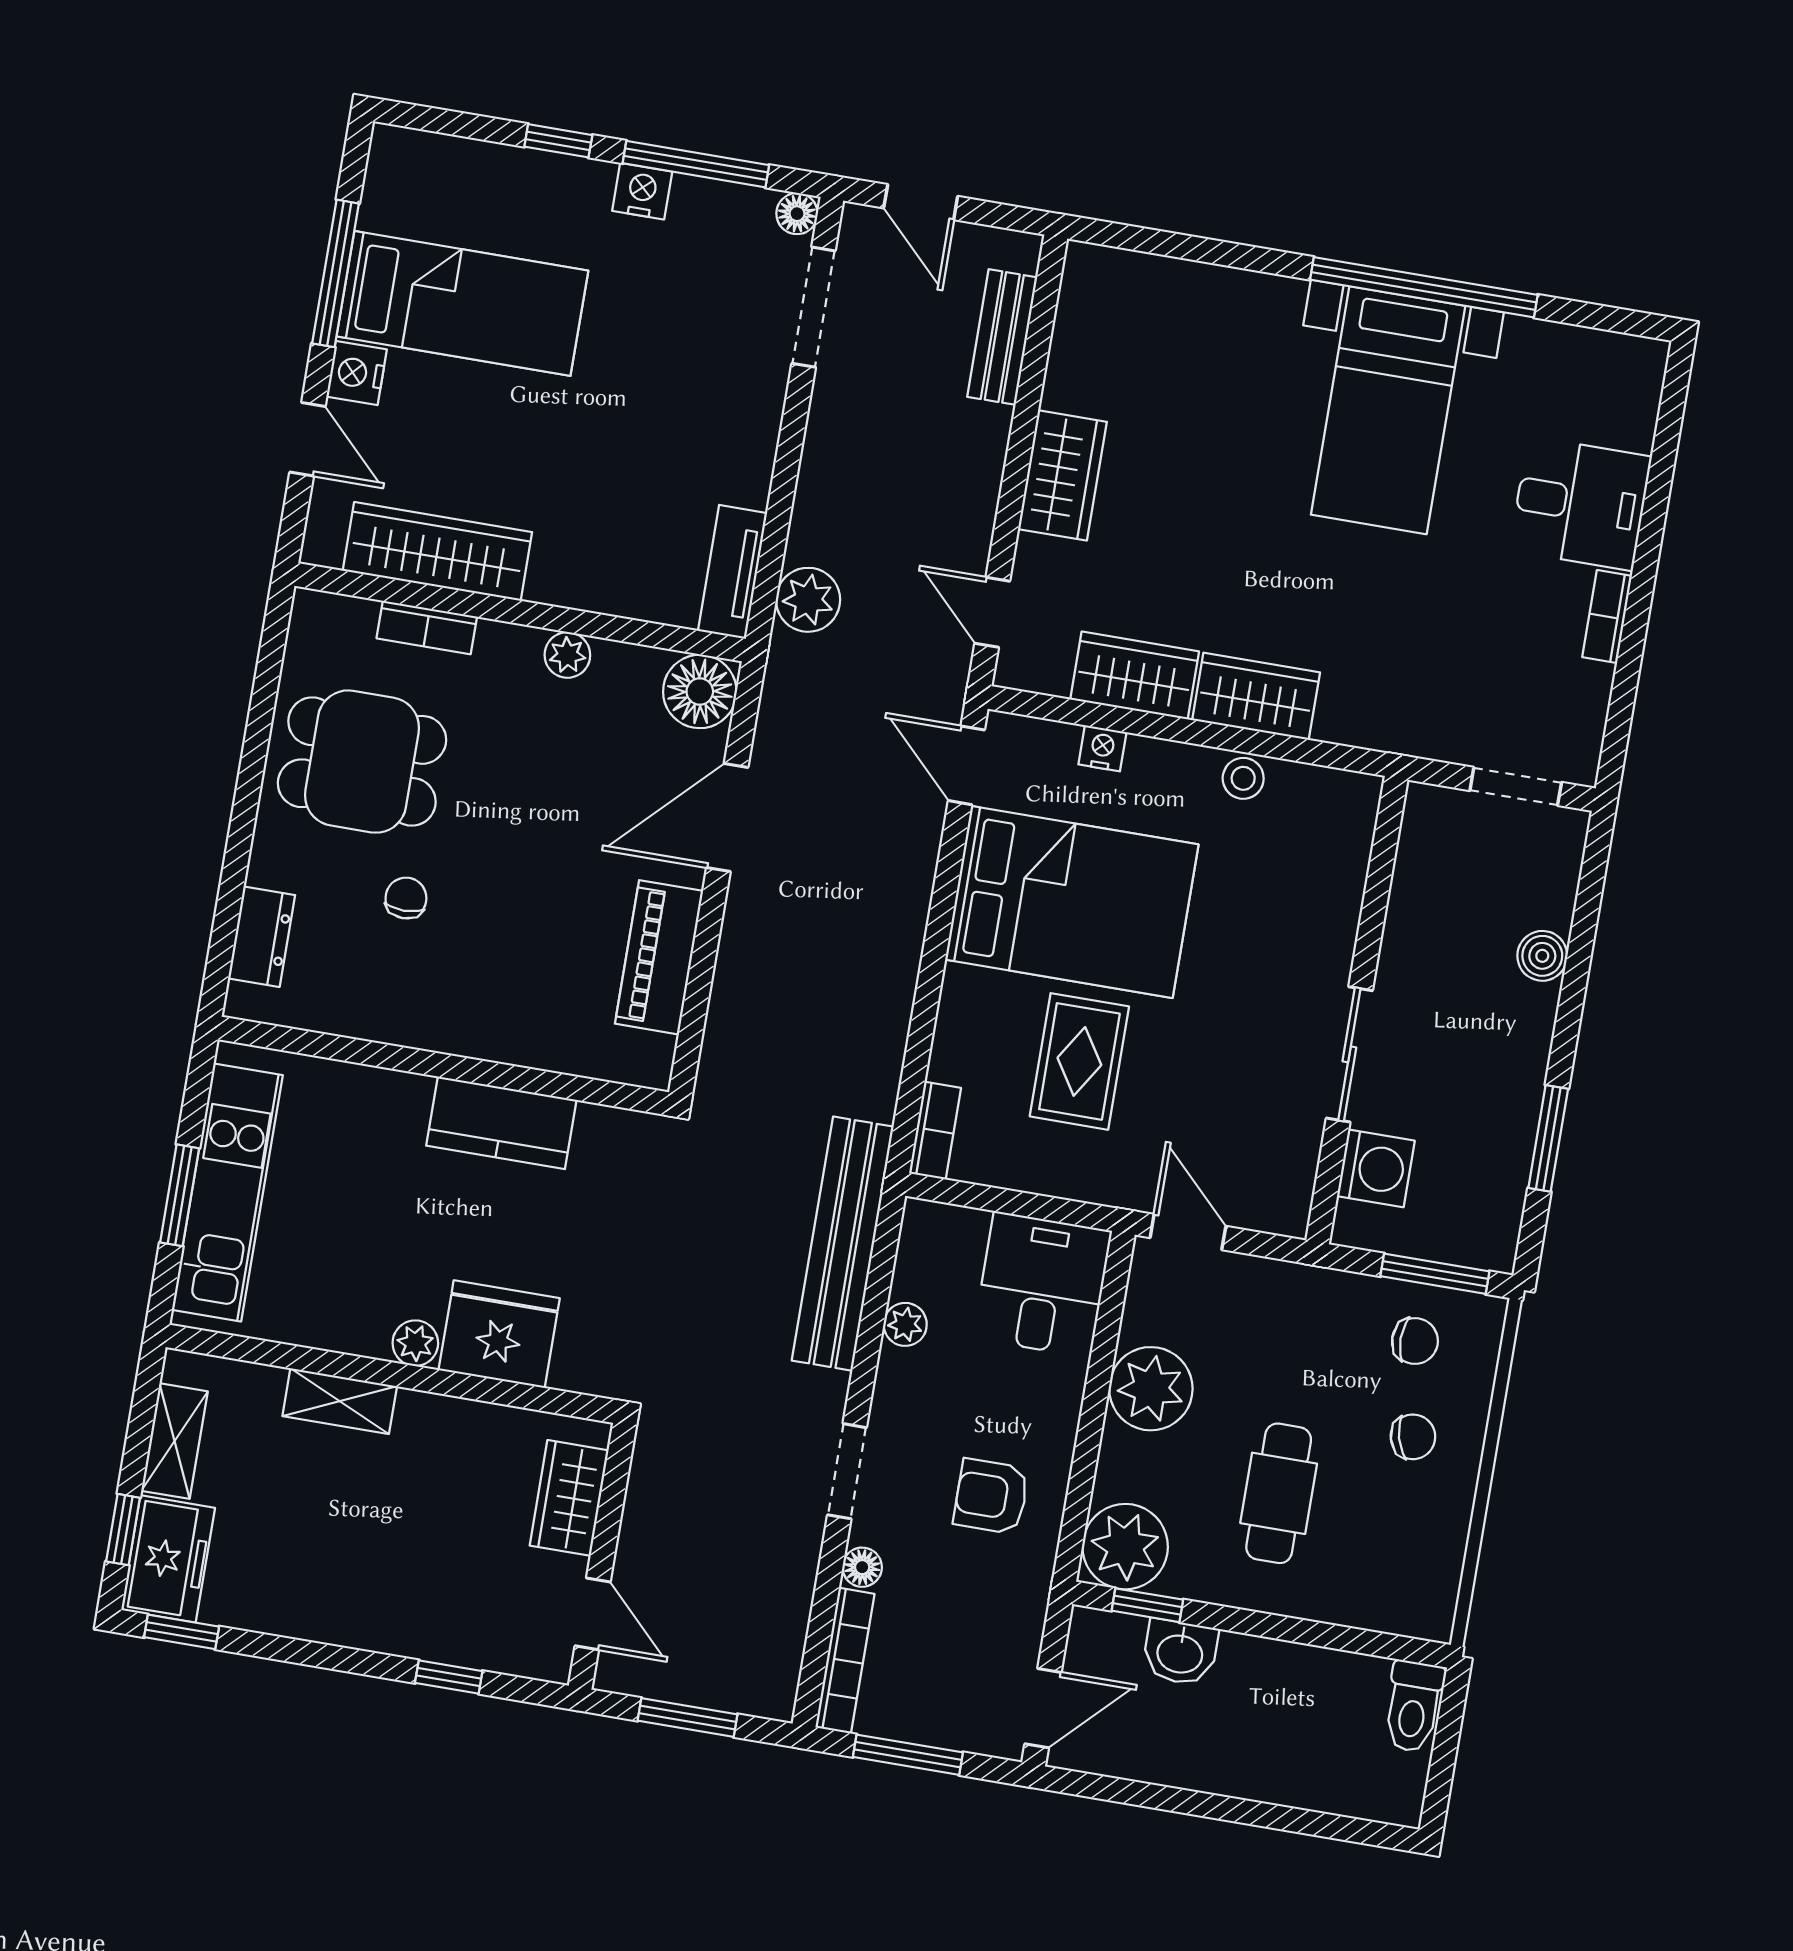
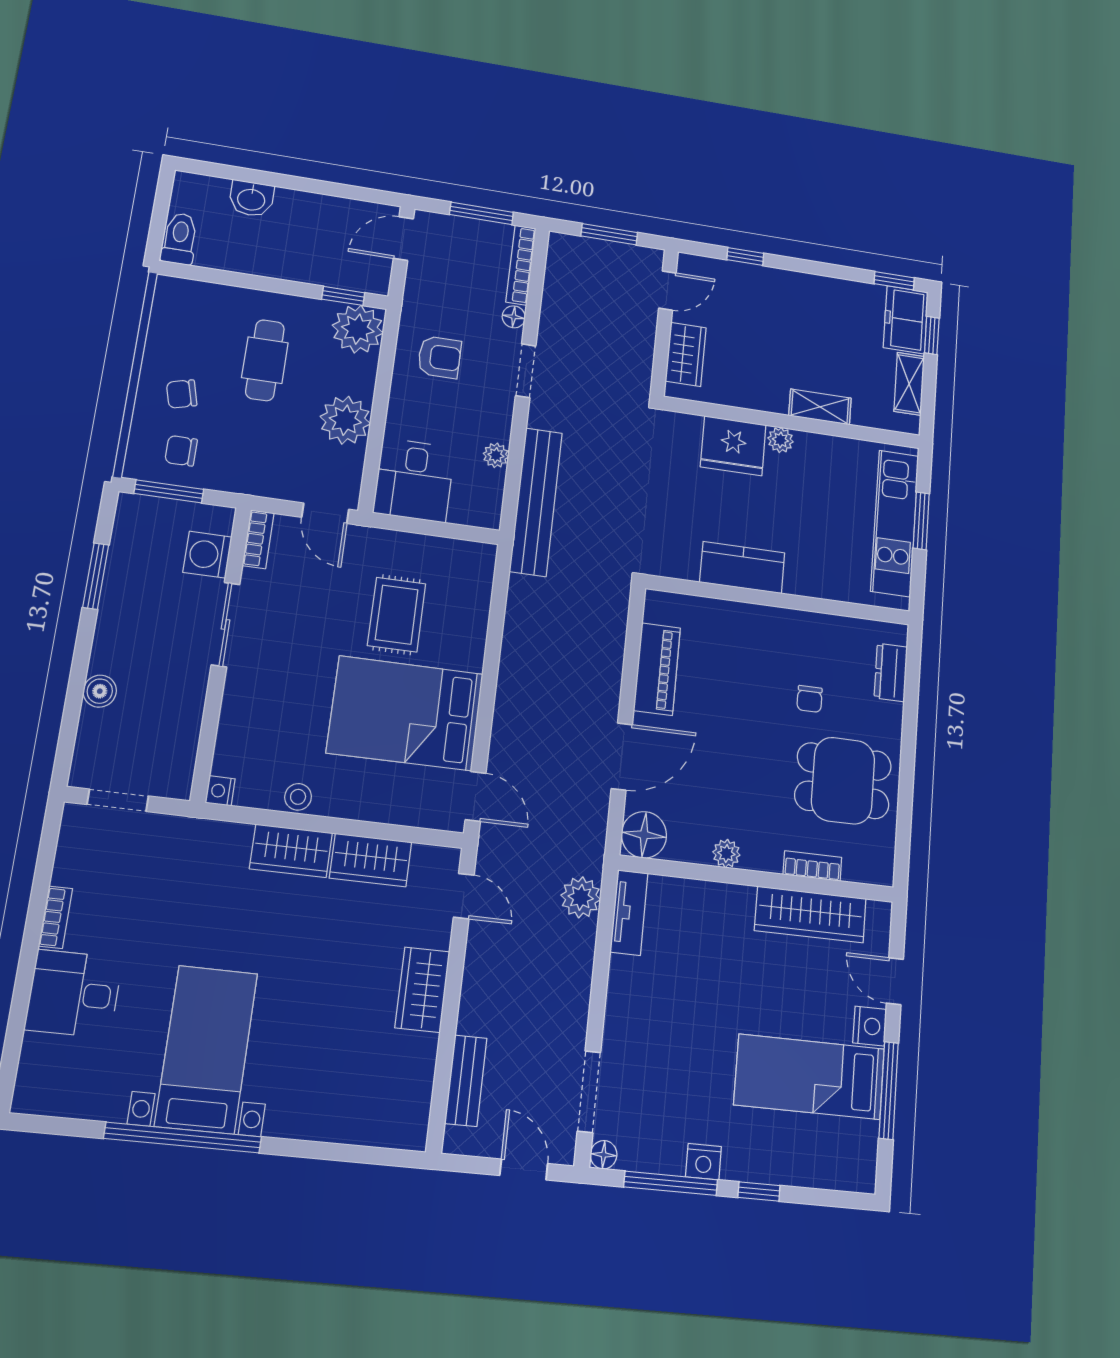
nightstand: (1102, 748) -> (220, 791), moved, turned 90
bookcase: (935, 1131) -> (258, 539), moved, turned 180
door: (593, 1614) -> (667, 291), swing flipped
washbasin: (1180, 1652) -> (251, 199), moved, turned 180

